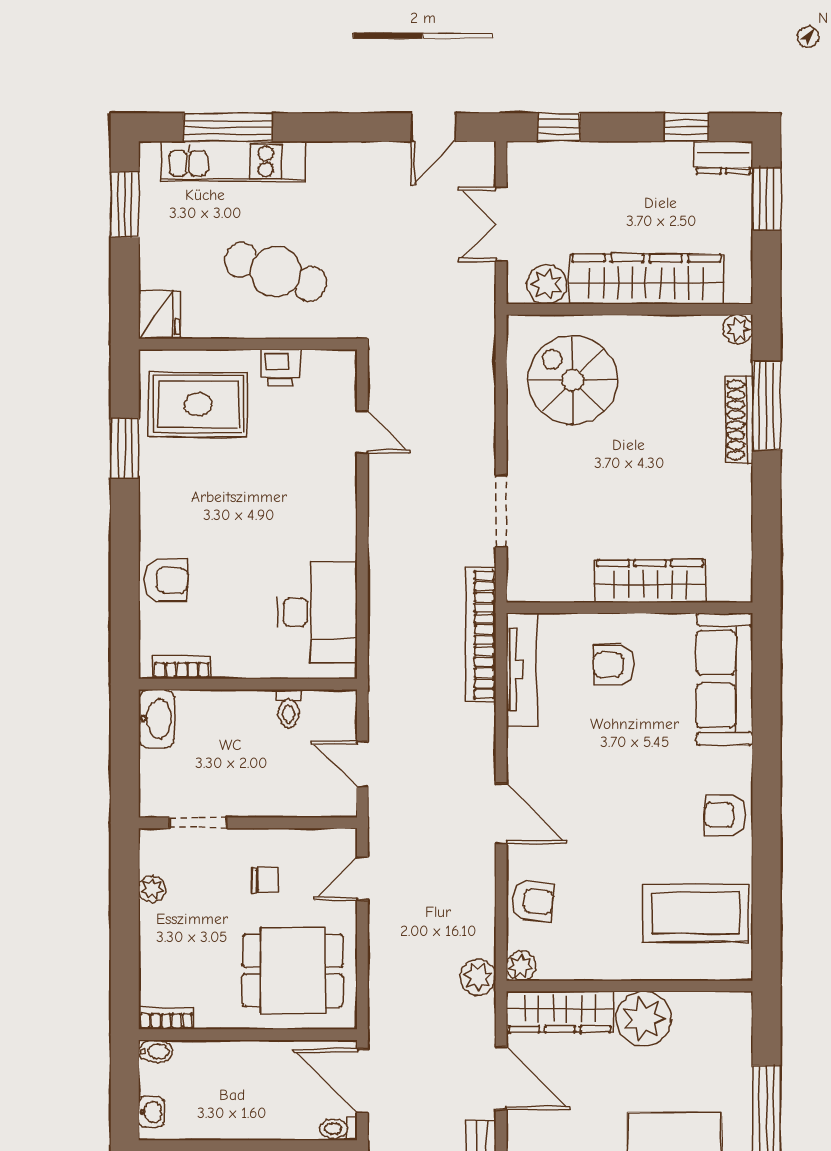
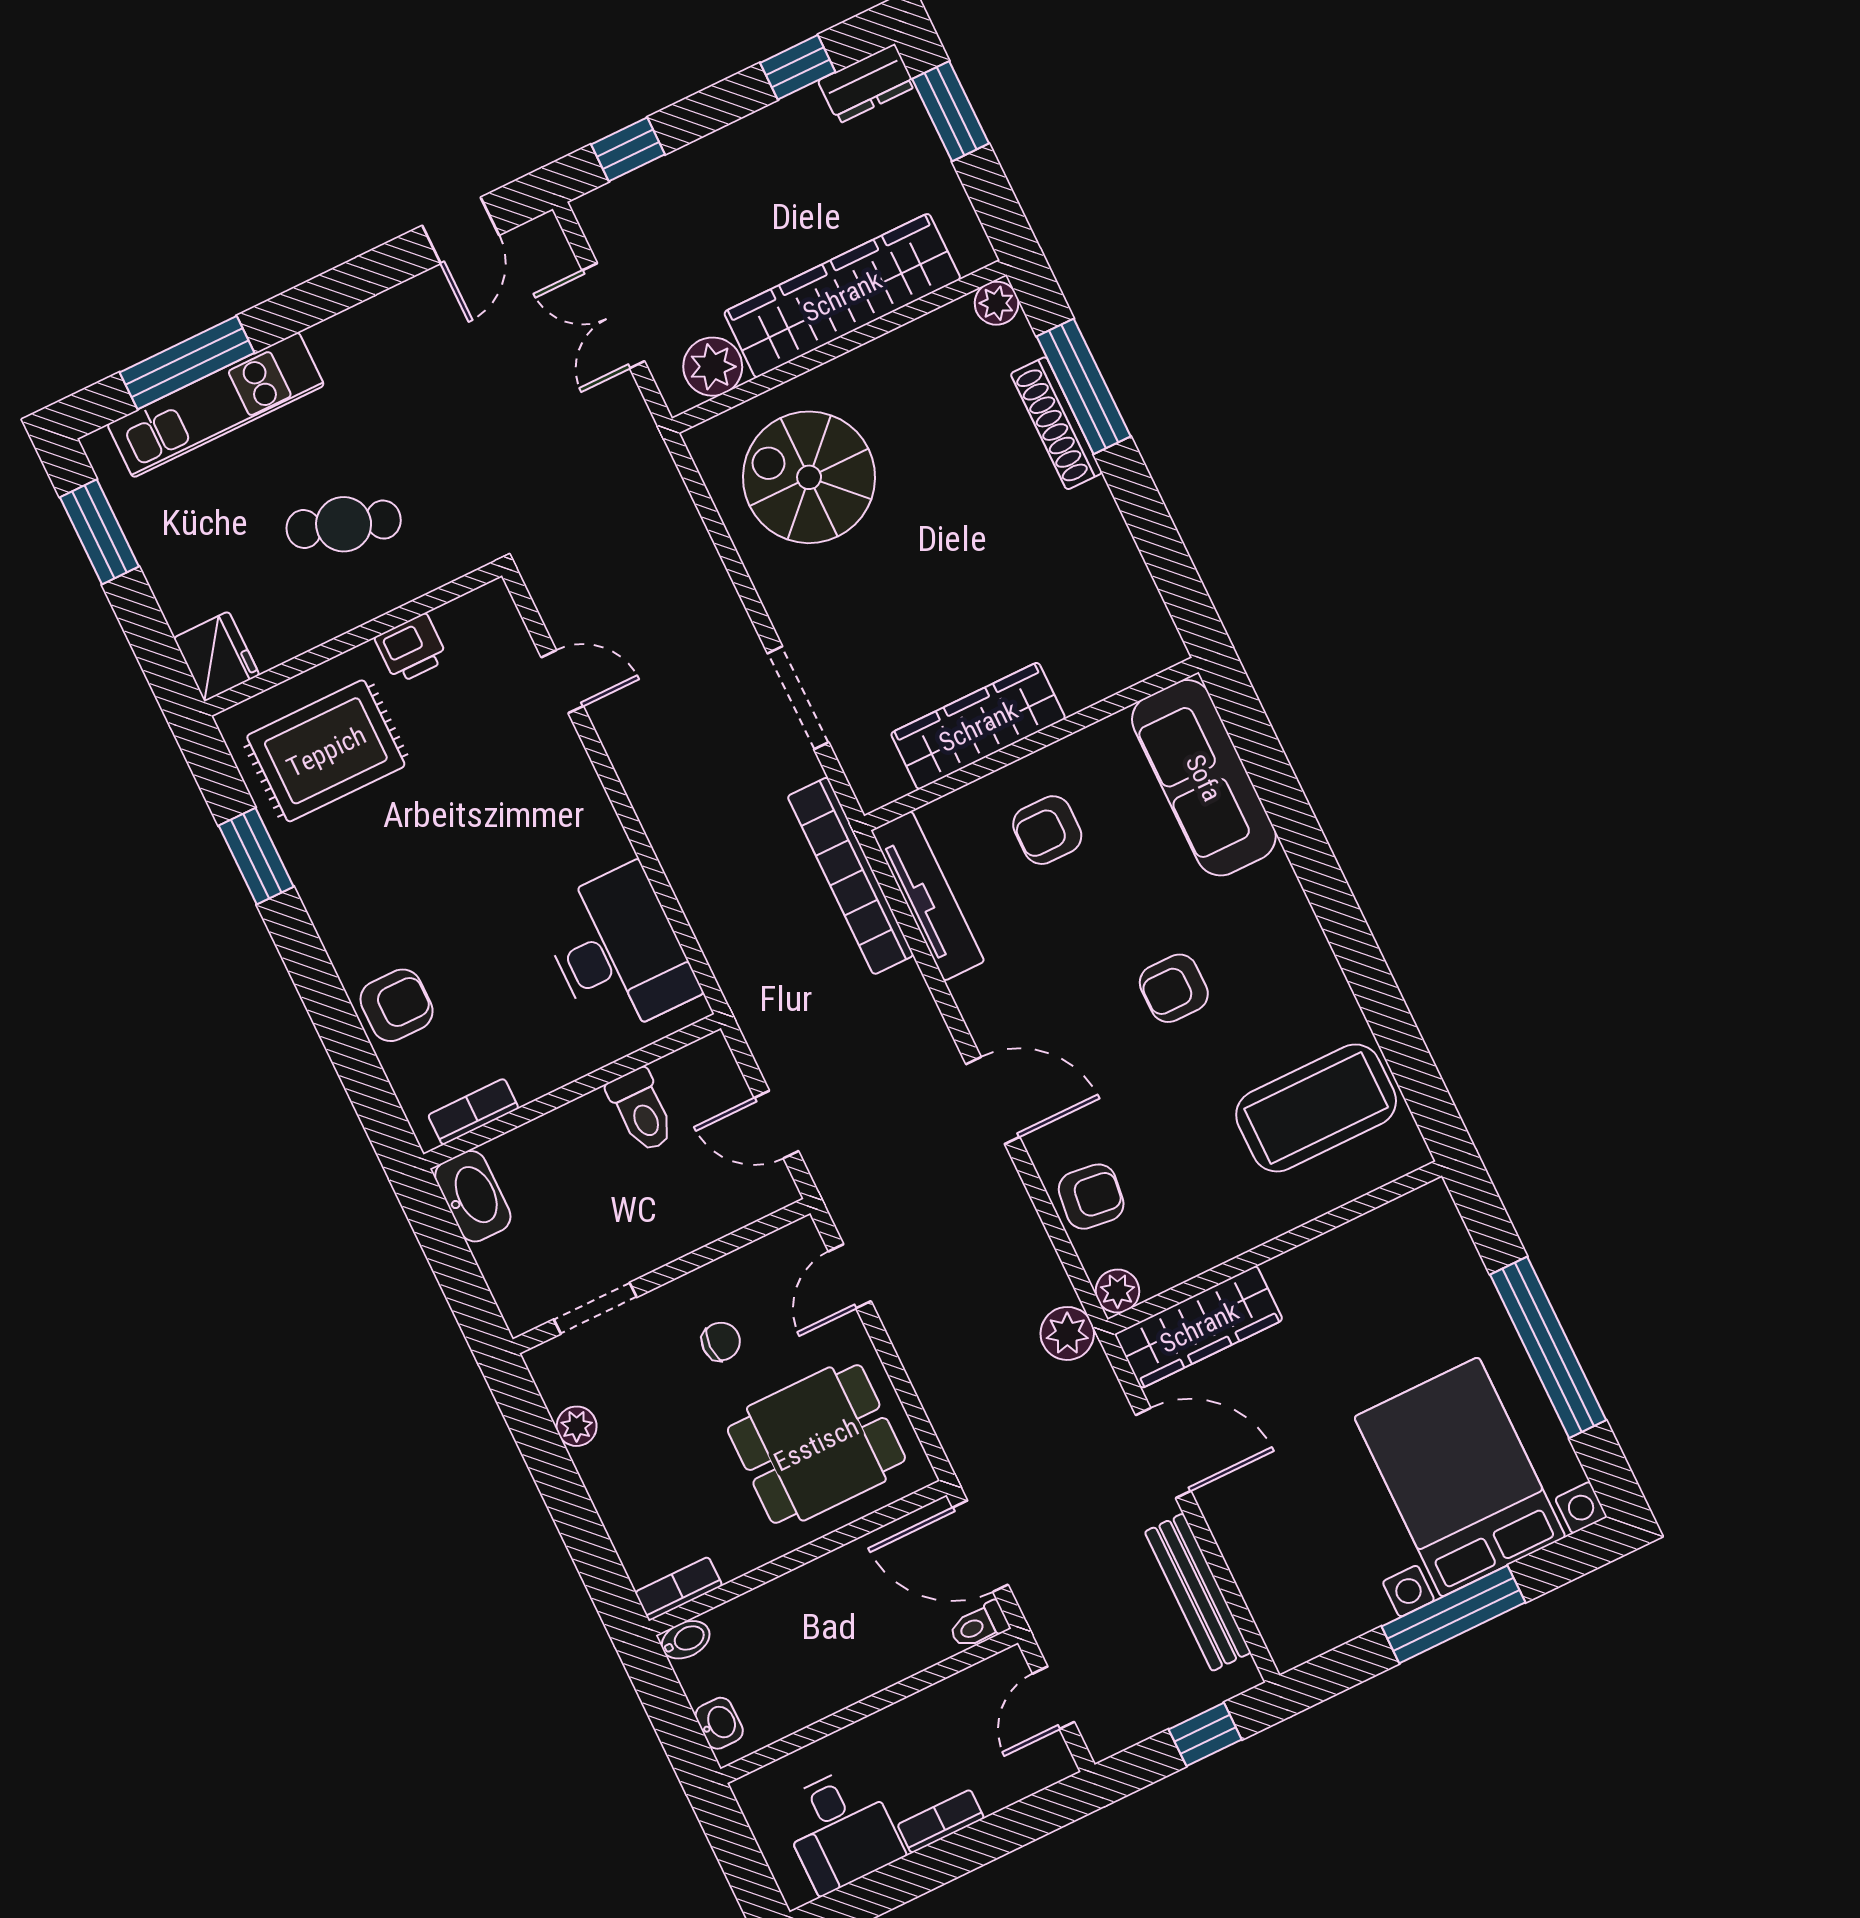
cafe table: (276, 272) -> (344, 524), width x0.73, depth x0.74
wardrobe: (650, 581) -> (978, 726), moved
toilet: (289, 709) -> (641, 1110), width x1.37, depth x1.39
armchair: (725, 815) -> (1174, 988), moved
plant: (644, 1019) -> (1315, 1282), removed

